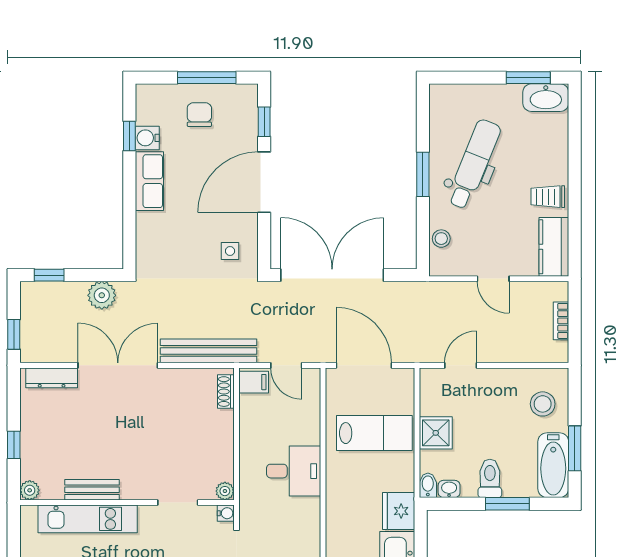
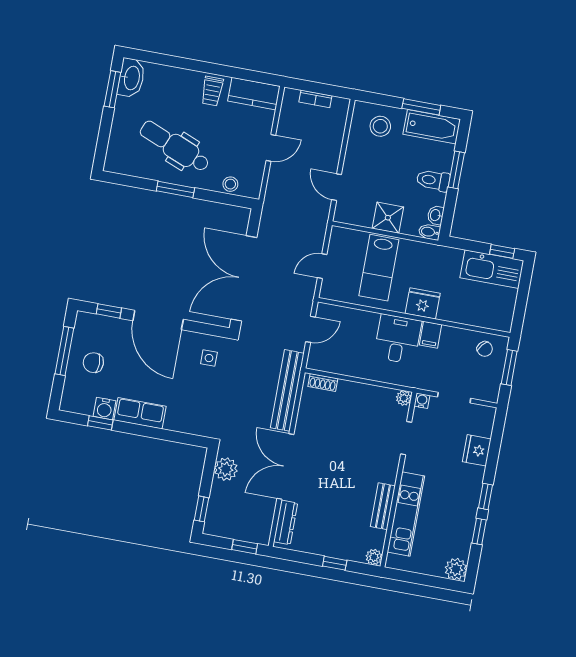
door: (364, 365) -> (322, 266), width x0.53
filing cabinet: (254, 382) -> (431, 335), moved, turned 180
lab bench: (374, 433) -> (379, 268), turned 180
fridge: (399, 511) -> (423, 303), moved, turned 180

